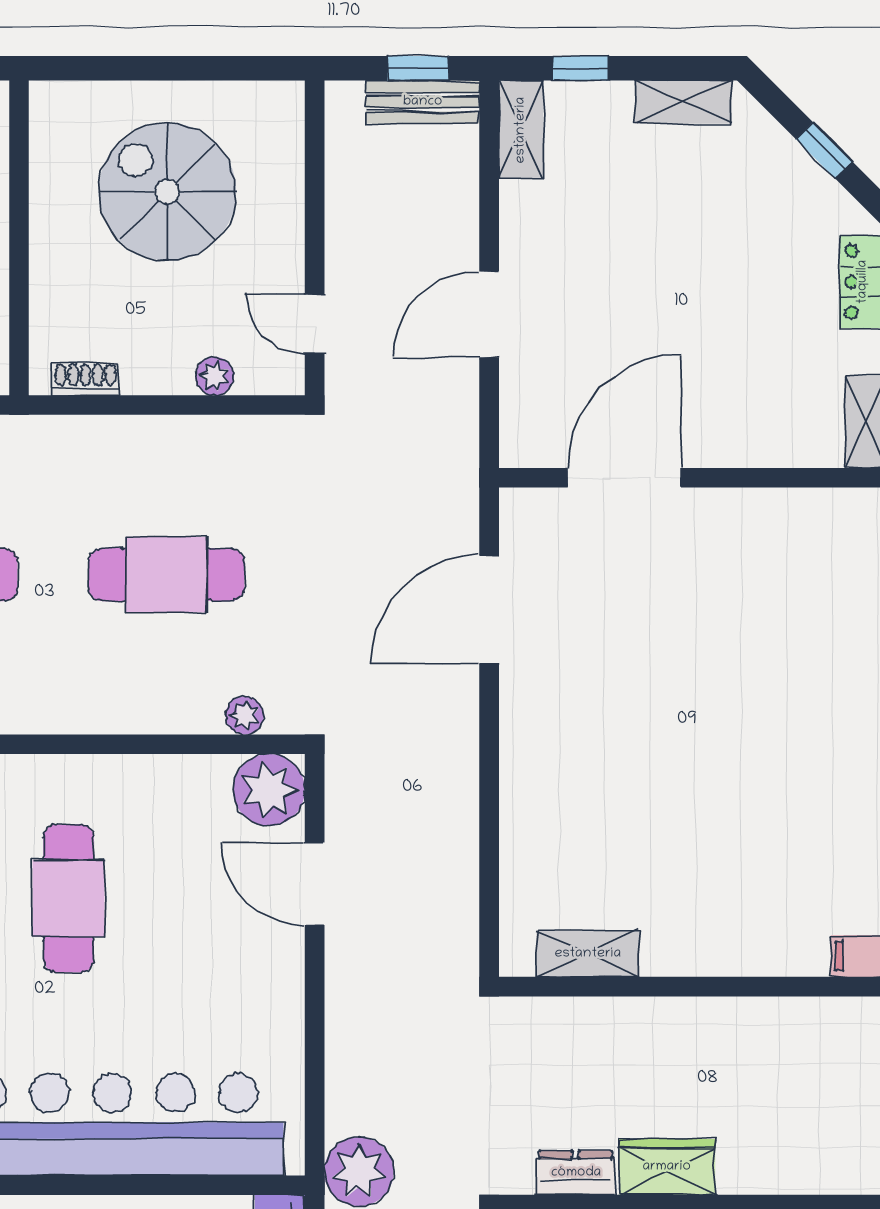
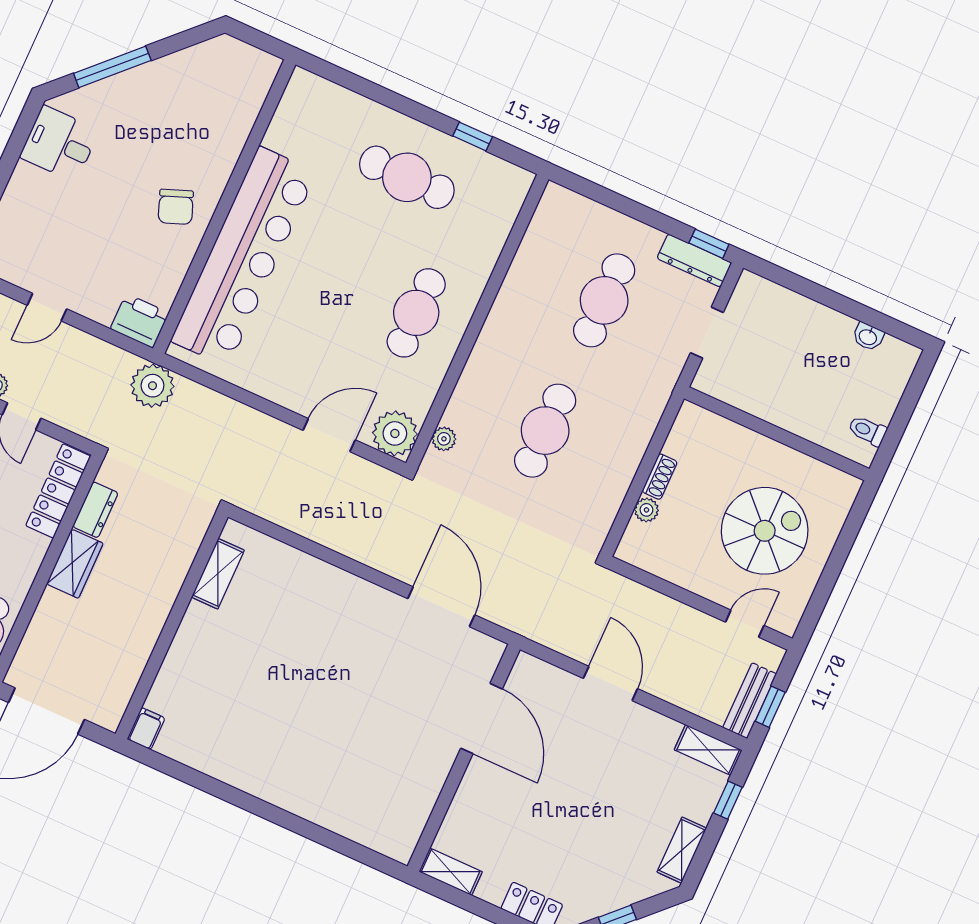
door: (315, 324) -> (745, 624), moved
shoe rack: (86, 379) -> (660, 477), moved
cafe table: (69, 898) -> (416, 313), moved, turned 90

